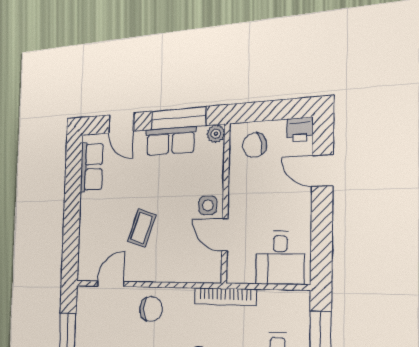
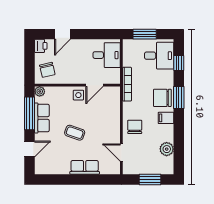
row of seats: (92, 167) -> (85, 167), moved
coffee table: (142, 228) -> (75, 133), moved

